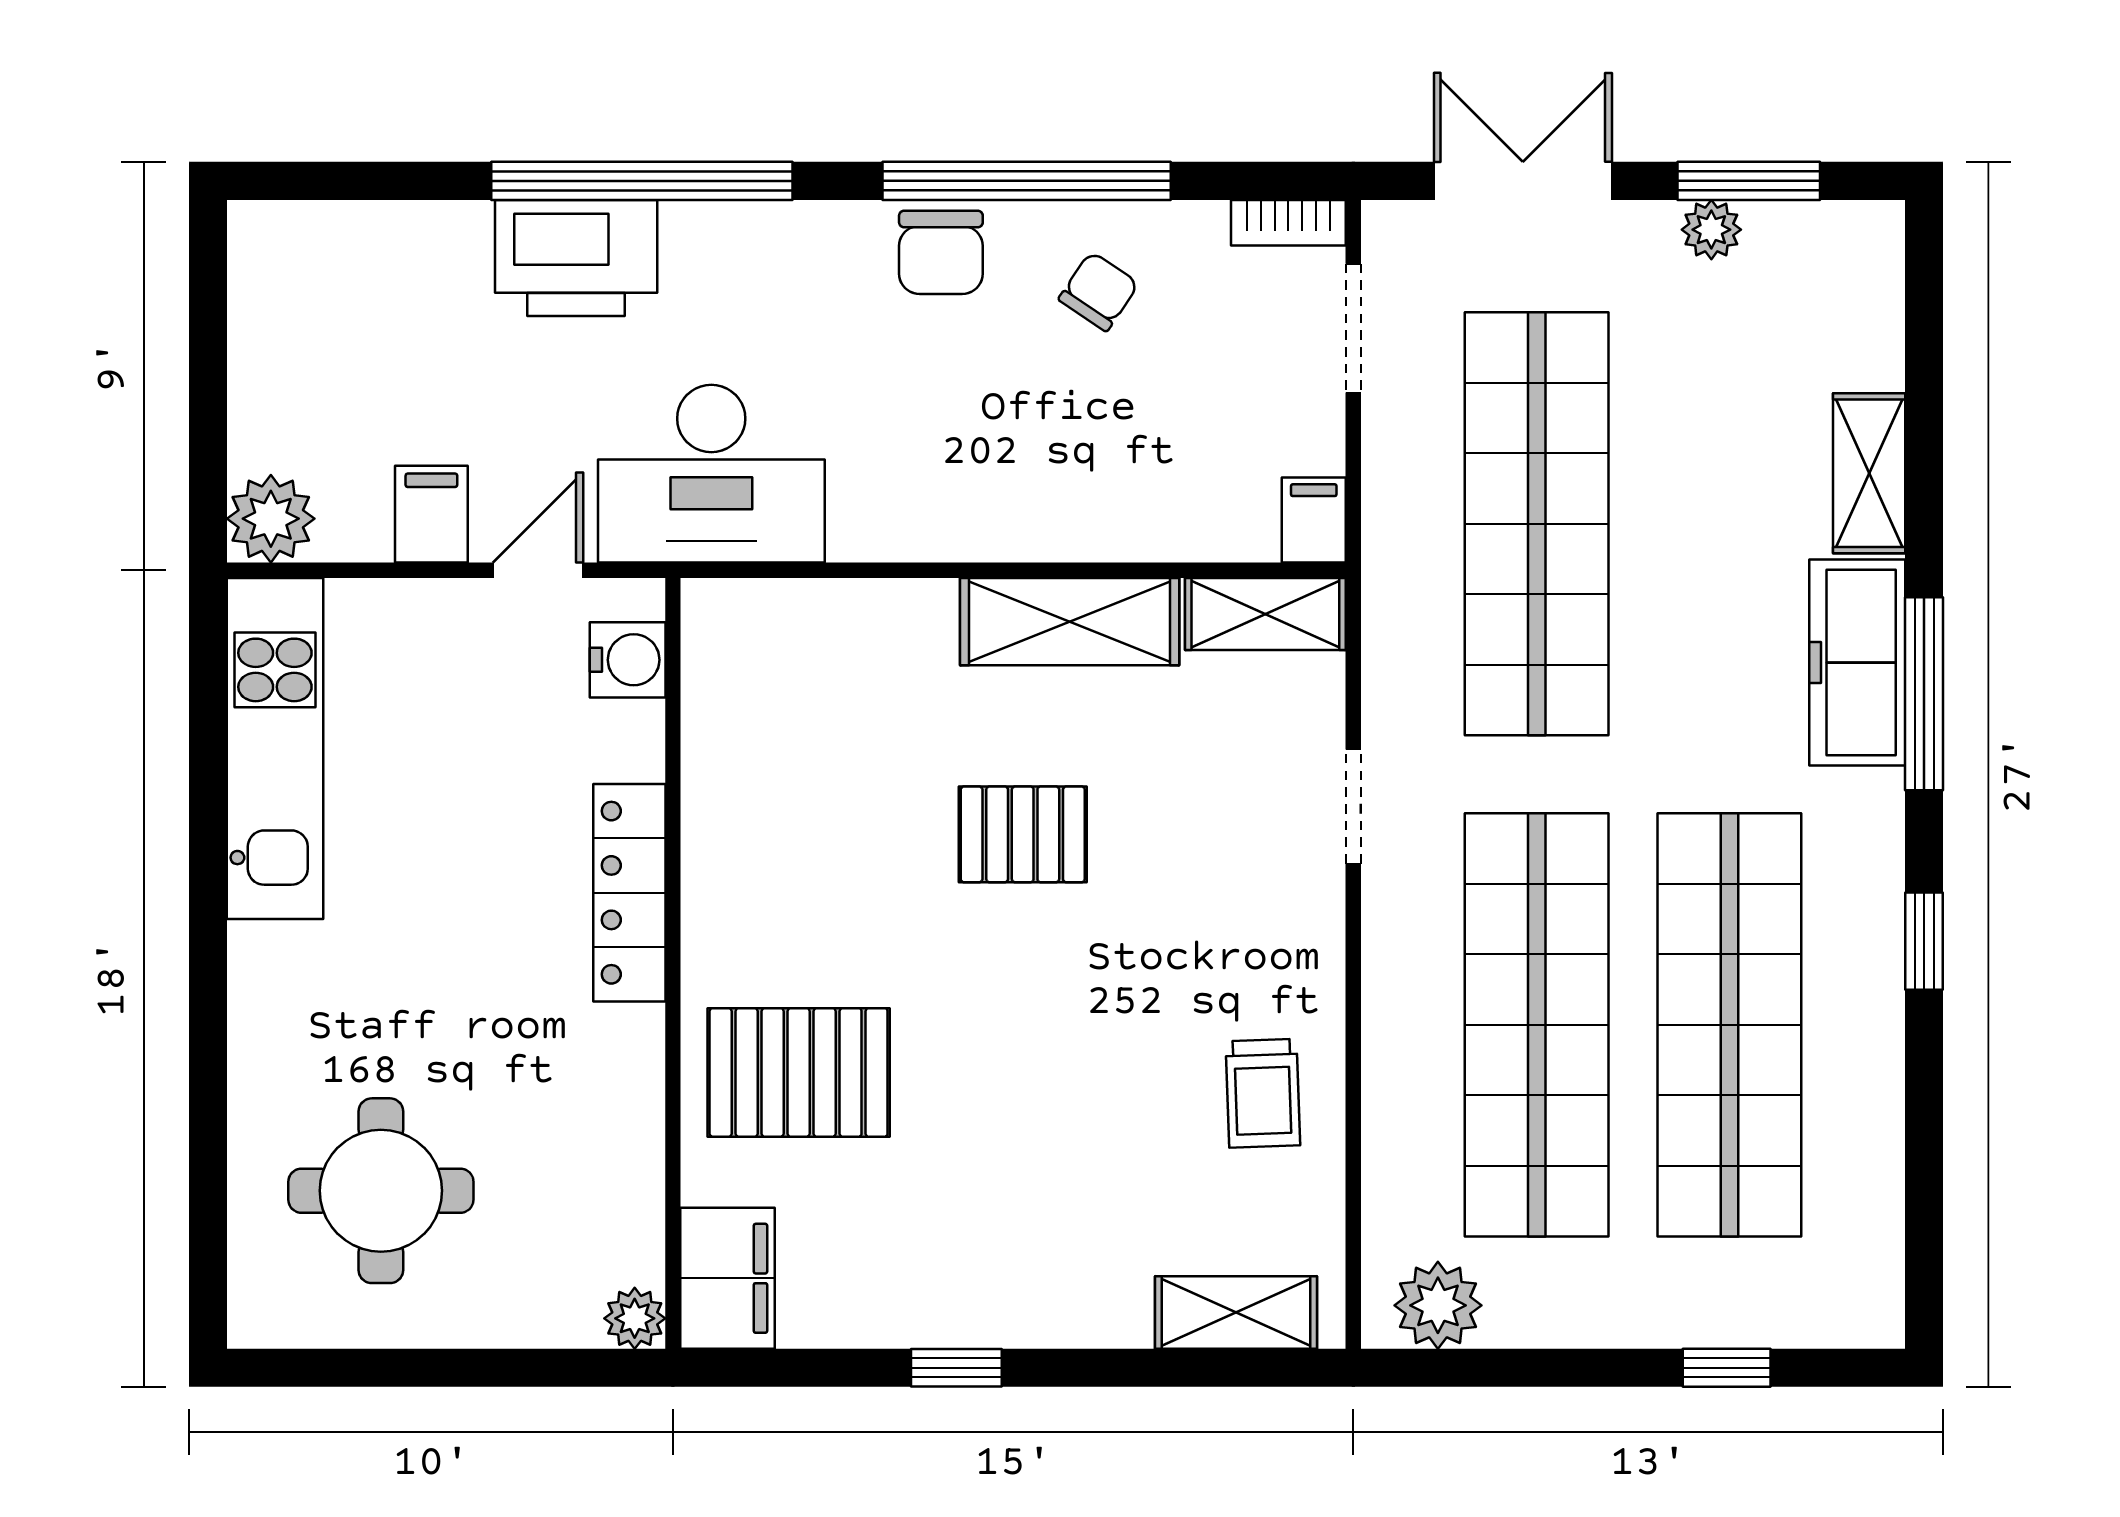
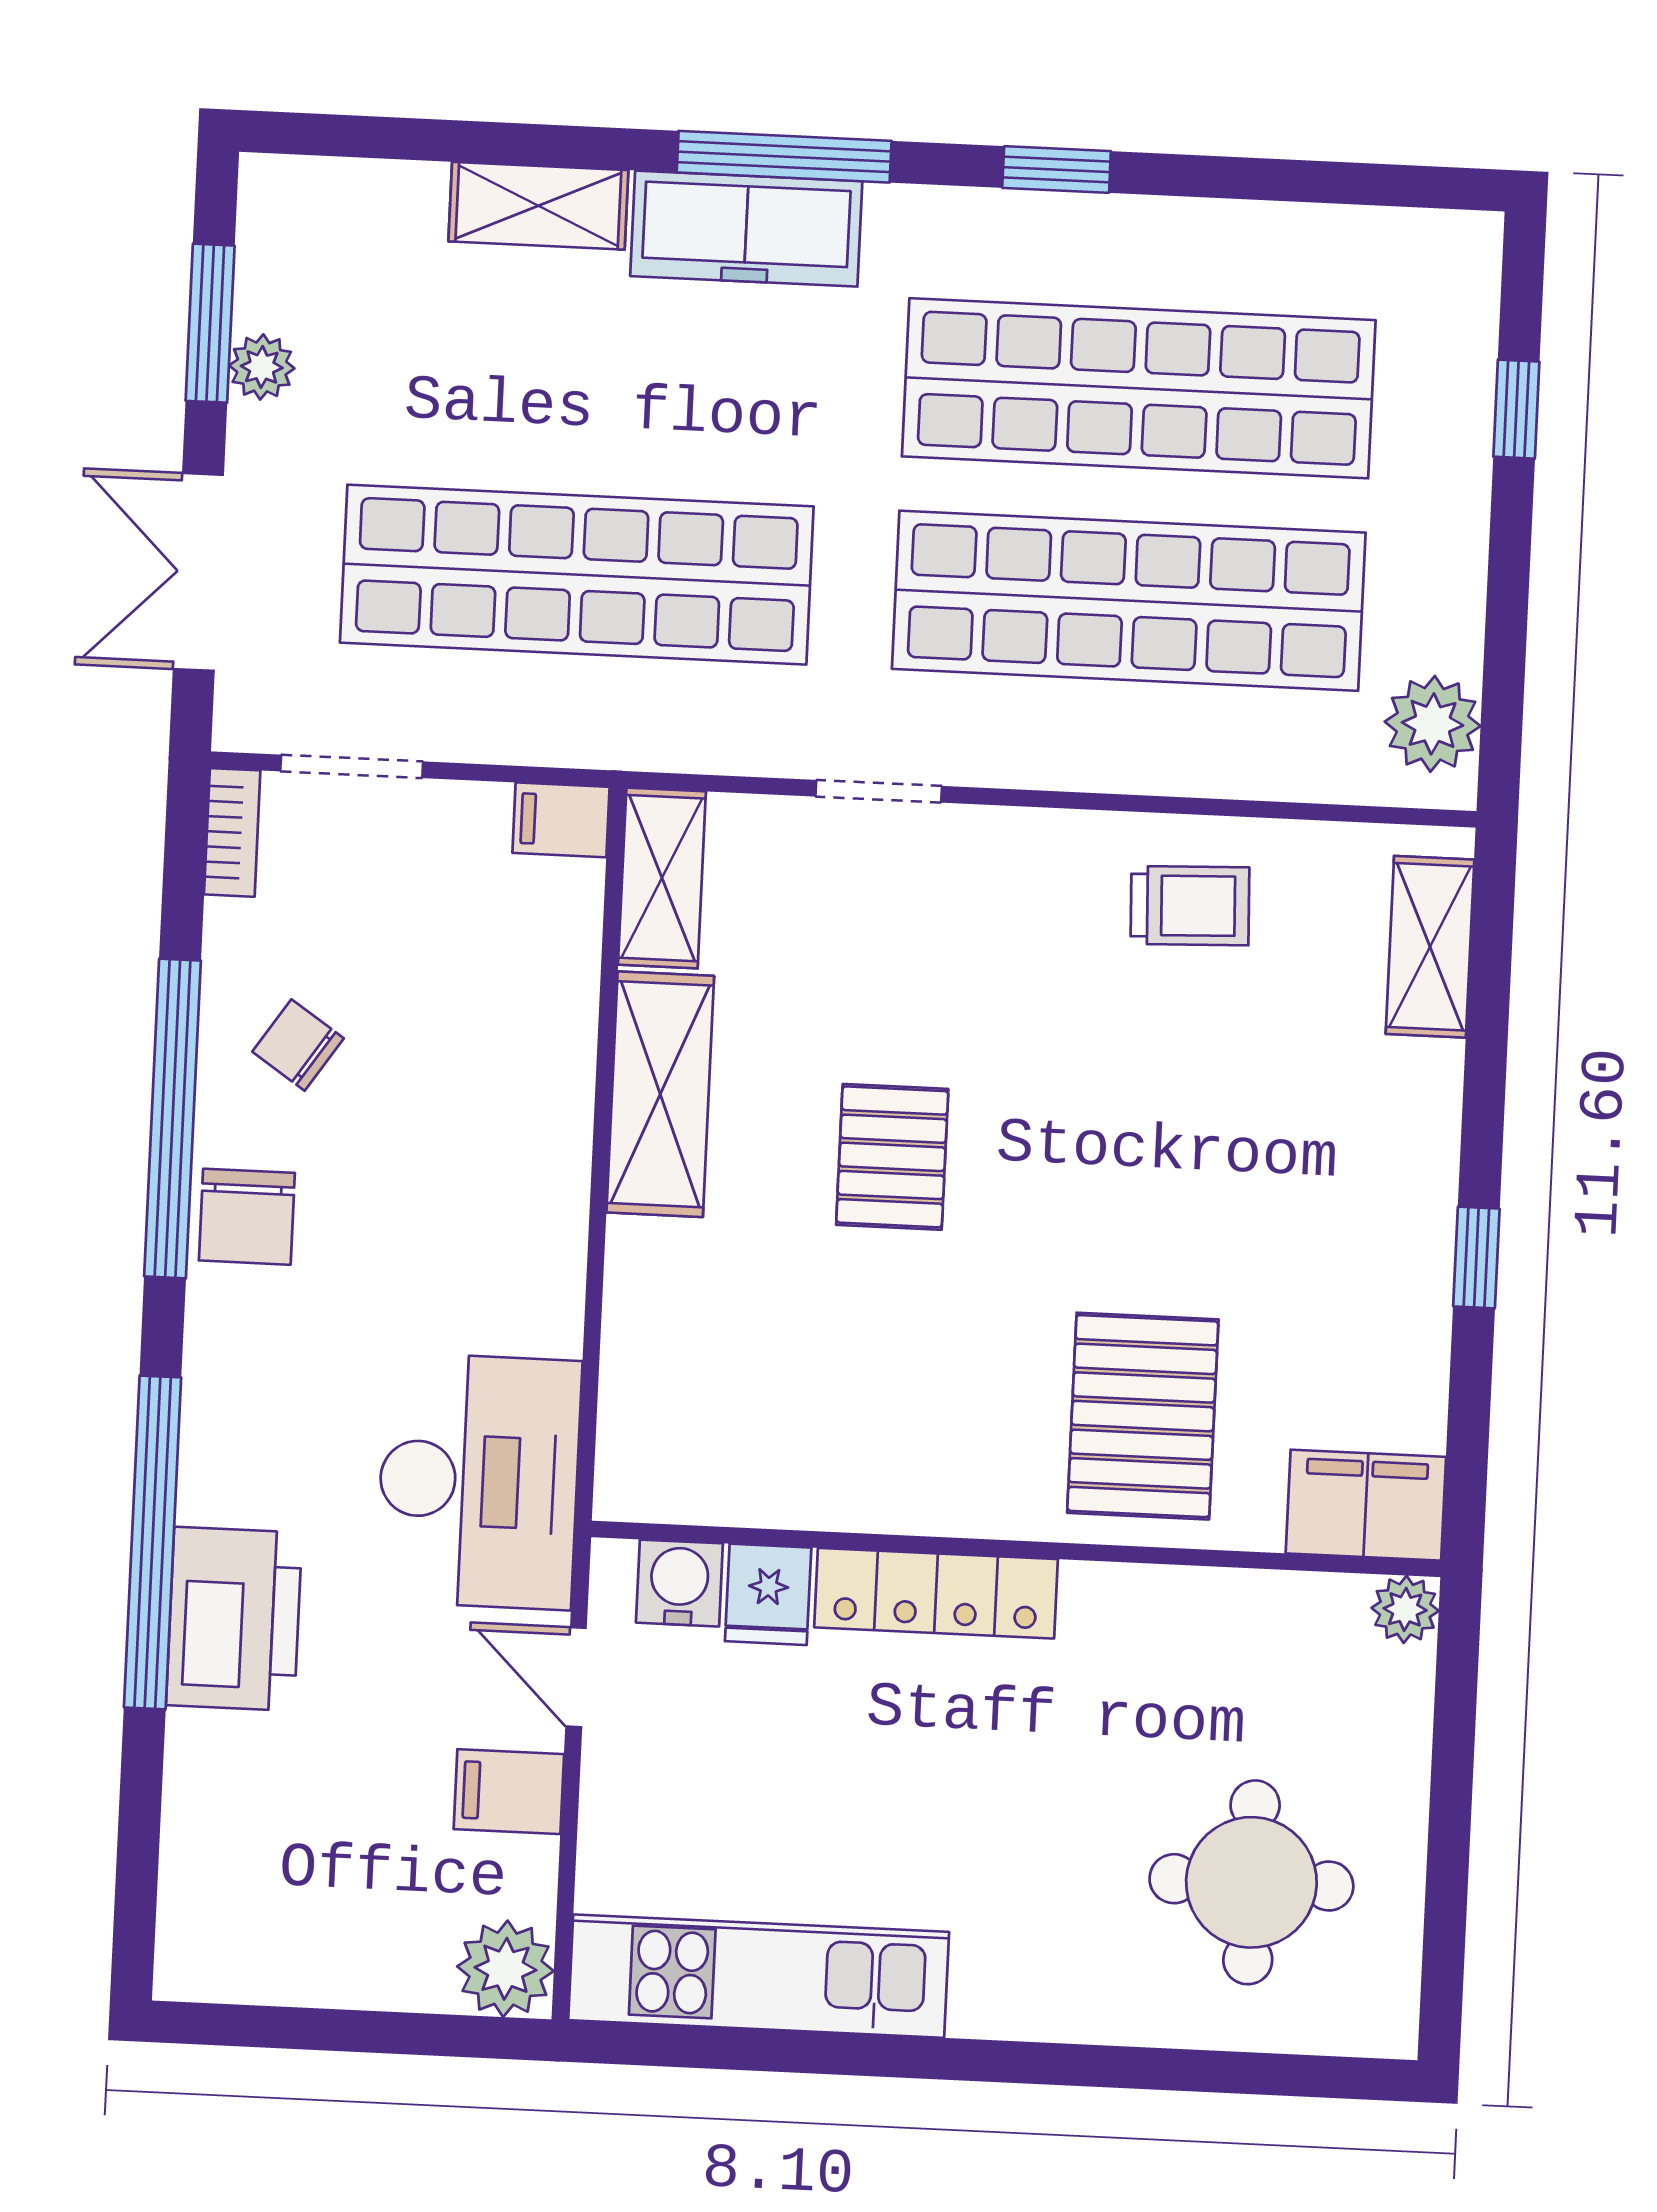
chair: (941, 252) -> (247, 1217), turned 90
fridge: (621, 741) -> (768, 1594), added

